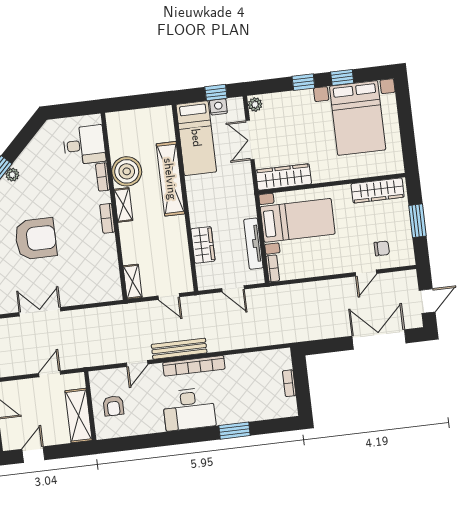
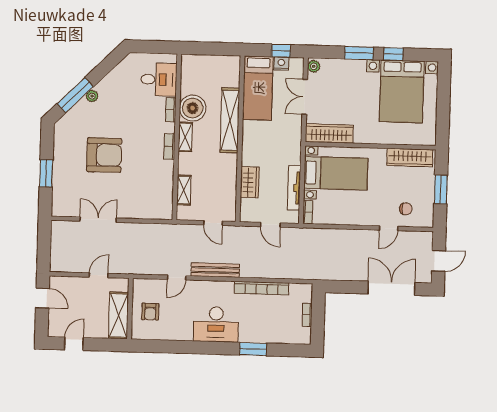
window: (303, 82) -> (359, 53), width x1.50
shelving: (133, 282) -> (184, 190), moved
bookcase: (194, 366) -> (261, 288), moved

